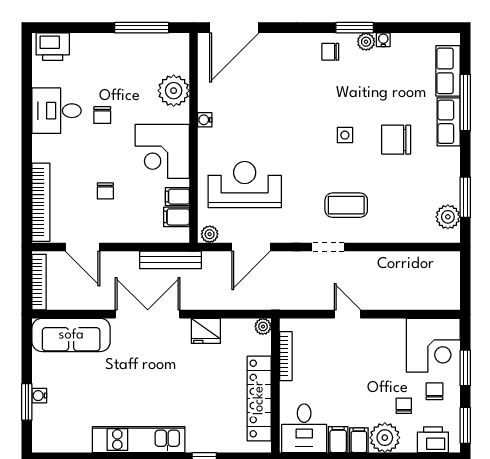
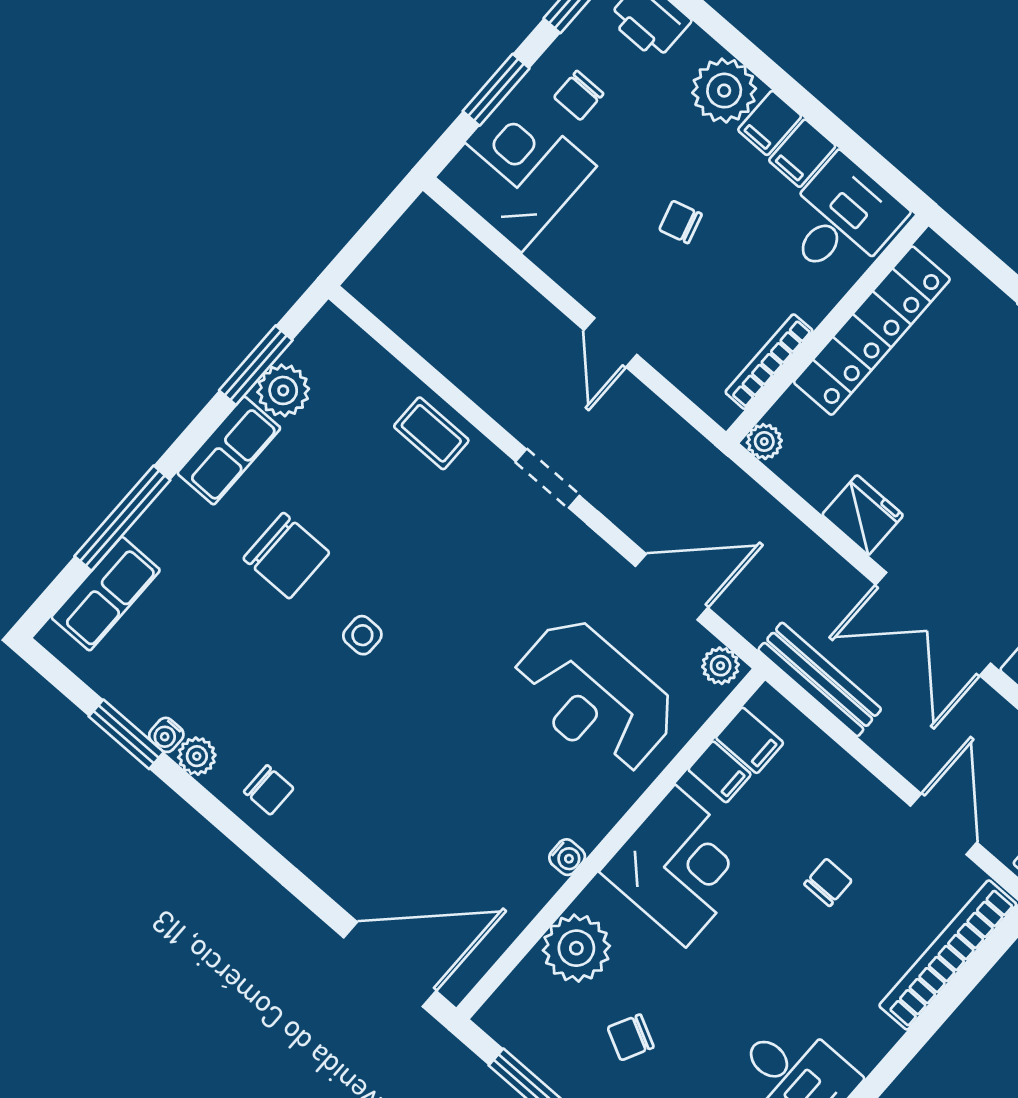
window: (355, 28) -> (126, 734), moved
chair: (102, 115) -> (631, 1037), moved, turned -153
row of seats: (449, 122) -> (229, 451), moved
coffee table: (346, 205) -> (431, 433), moved, width x0.73, depth x0.77
plant: (448, 217) -> (283, 390), moved
chair: (404, 406) -> (680, 222), moved, turned 74

